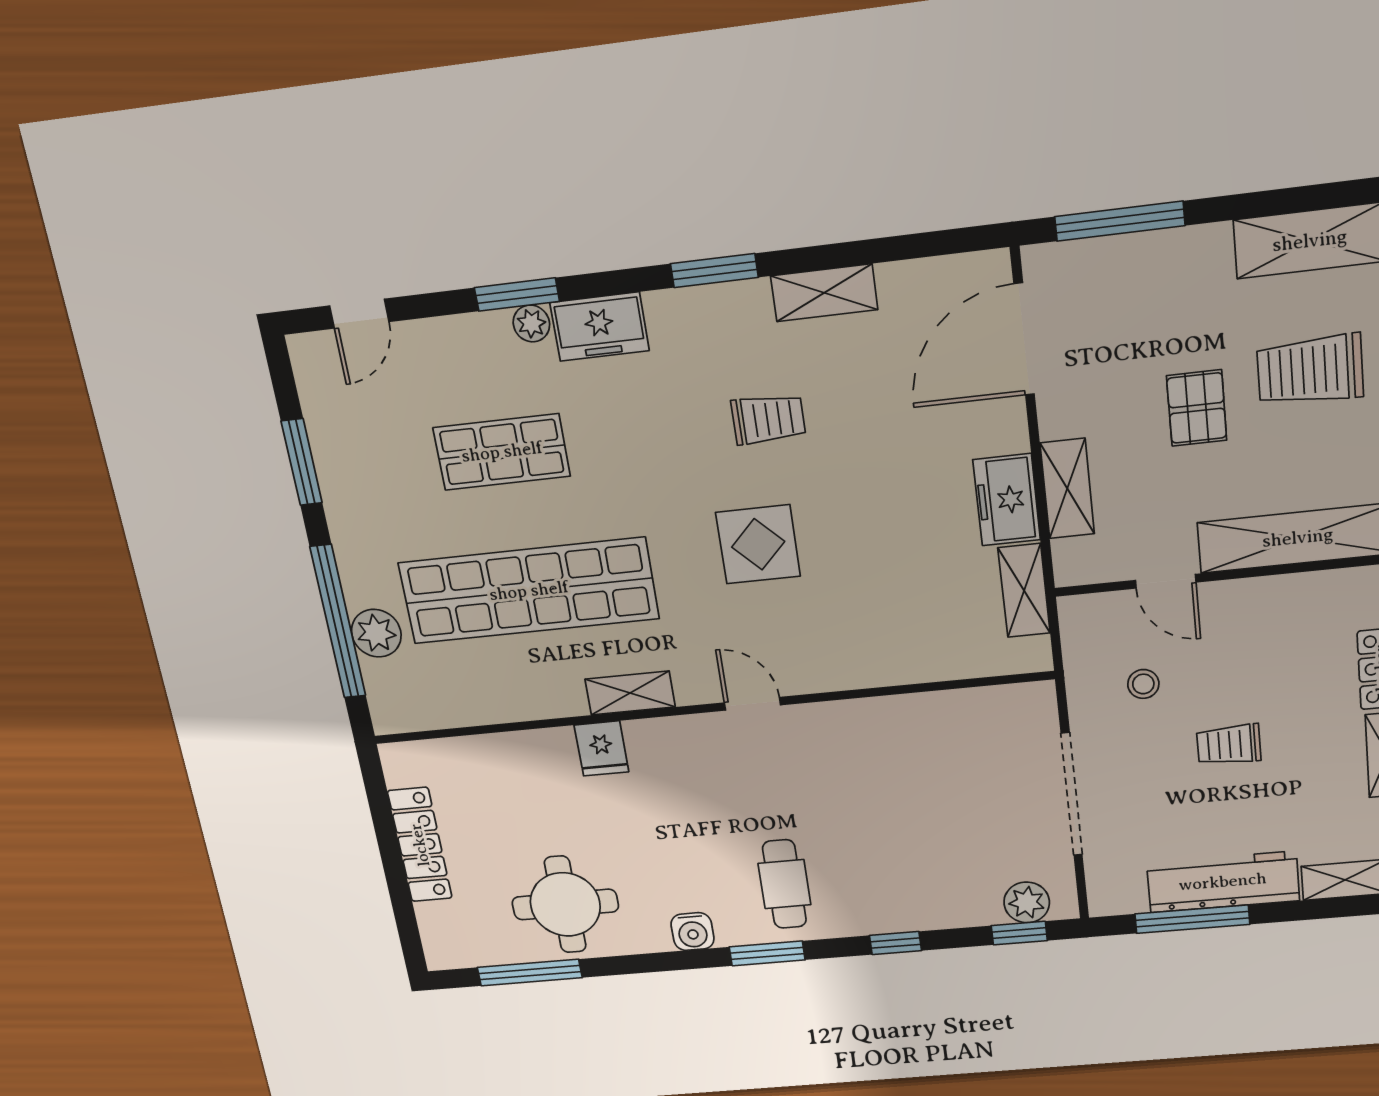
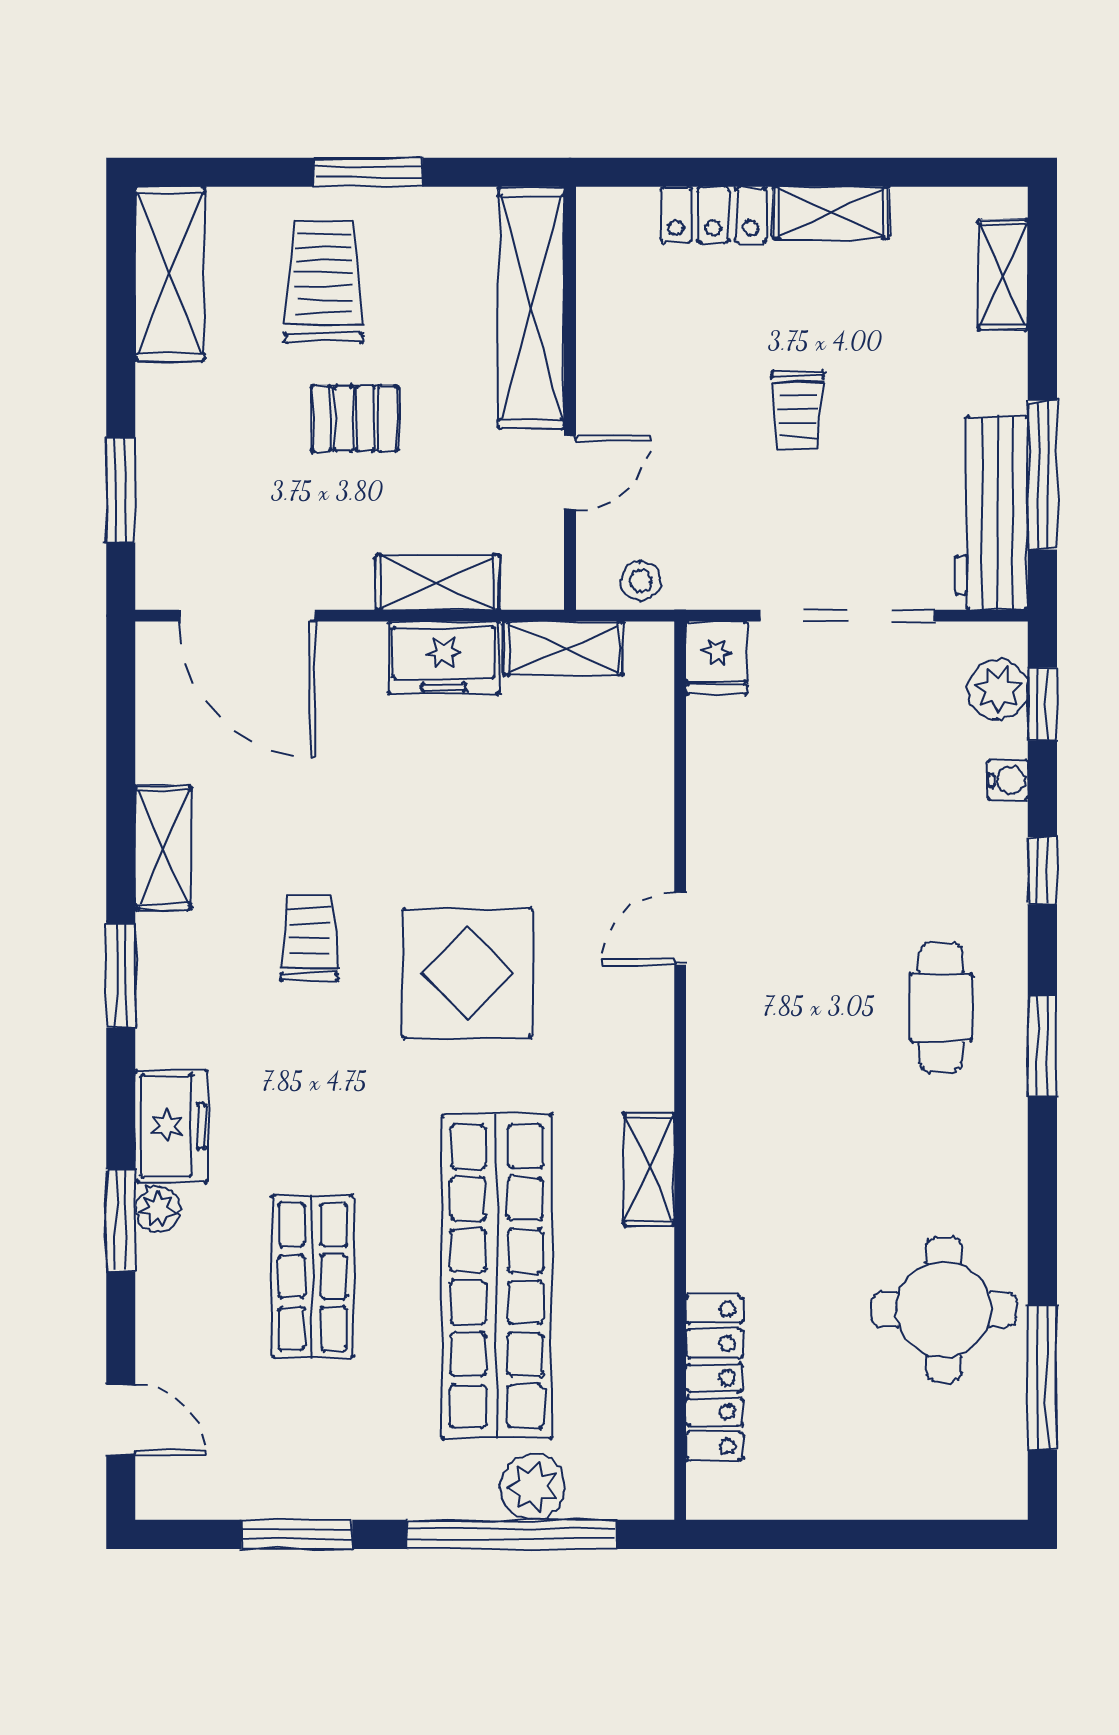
window: (1120, 221) -> (121, 491), width x0.69
trolley: (1310, 370) -> (324, 282), turned 180
display table: (758, 544) -> (467, 973), width x1.36, depth x1.36
stool: (1143, 684) -> (641, 581), moved
door: (752, 704) -> (680, 929), moved
fridge: (601, 748) -> (717, 658), moved, turned 90
locker: (420, 845) -> (714, 1378), moved, turned 90
workbench: (1223, 882) -> (991, 513), moved
cafe table: (784, 884) -> (941, 1008), turned 90
water cooler: (692, 932) -> (1008, 780), moved, width x0.72, depth x0.72

